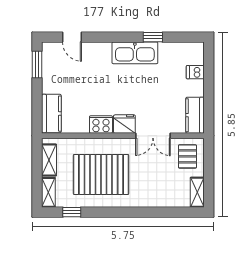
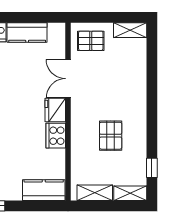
kitchen counter: (195, 115) -> (27, 33), moved
double door: (153, 136) -> (68, 79), swing flipped
pallet: (101, 174) -> (111, 136), width x0.49, depth x0.50

